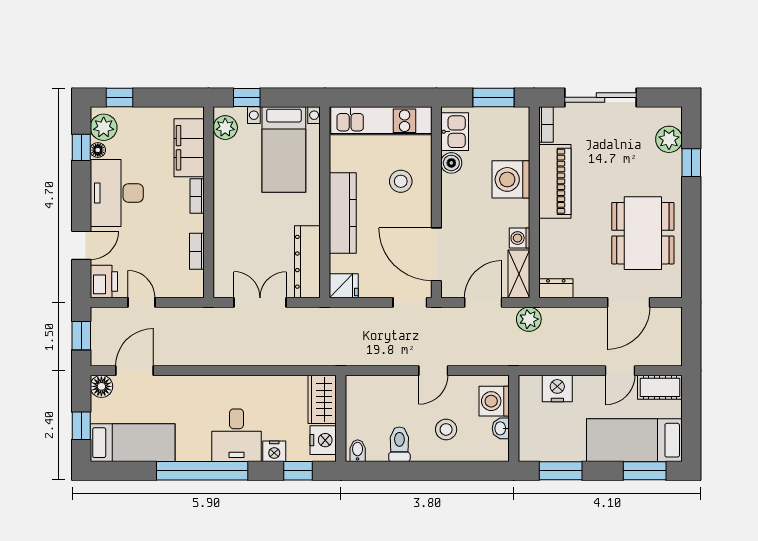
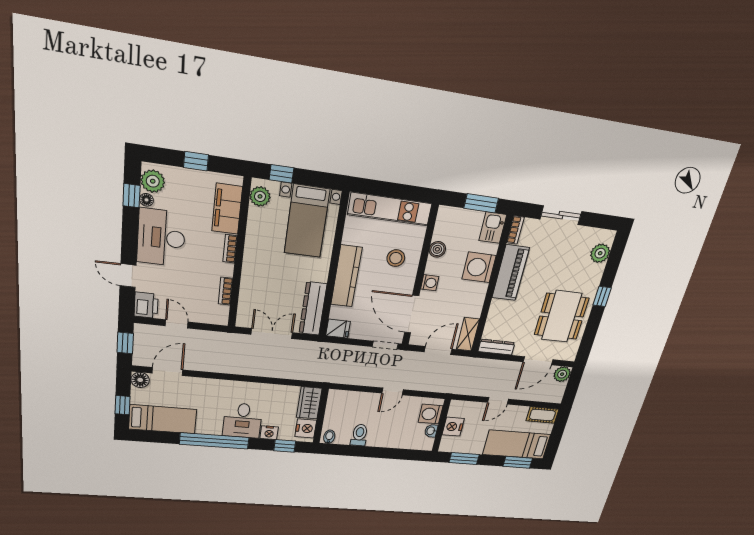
window: (120, 97) -> (196, 161), moved
sliding door: (600, 97) -> (561, 215), width x0.73
kitchen sink: (455, 132) -> (493, 228), moved, turned 180
window: (691, 163) -> (602, 296), moved
washing machine: (520, 238) -> (430, 283), moved, turned 180
door: (81, 245) -> (128, 276), swing flipped
dresser: (556, 288) -> (496, 347), width x1.44
plant: (529, 319) -> (562, 374), moved
door: (620, 371) -> (498, 401), moved
nightstand: (557, 389) -> (453, 427), moved, turned -90
stool: (446, 429) -> (394, 429), removed

